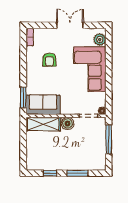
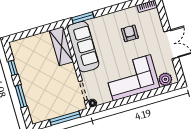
armchair: (49, 60) -> (130, 33), turned 90
sofa: (43, 105) -> (83, 47), width x1.36
boiler: (67, 123) -> (69, 71), removed

